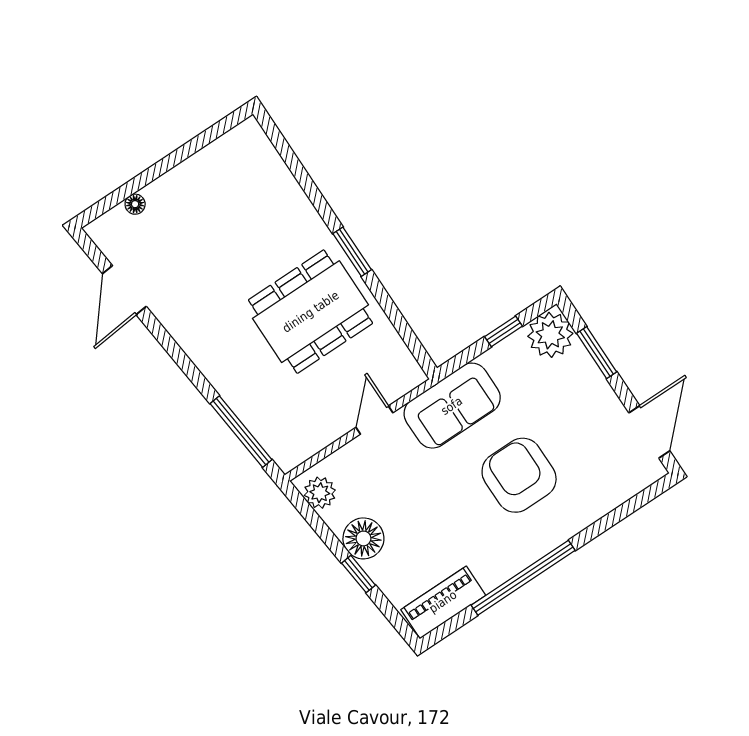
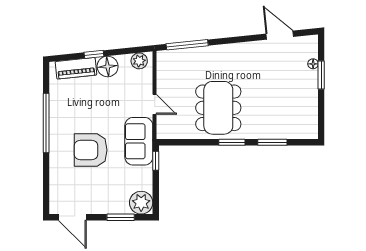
window: (145, 179) -> (321, 75), added
window: (308, 185) -> (272, 142), added
window: (503, 331) -> (156, 161), moved
armchair: (519, 475) -> (91, 150), turned 180
piano: (443, 602) -> (76, 68), moved, turned 84

